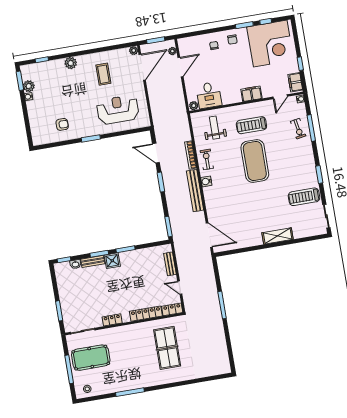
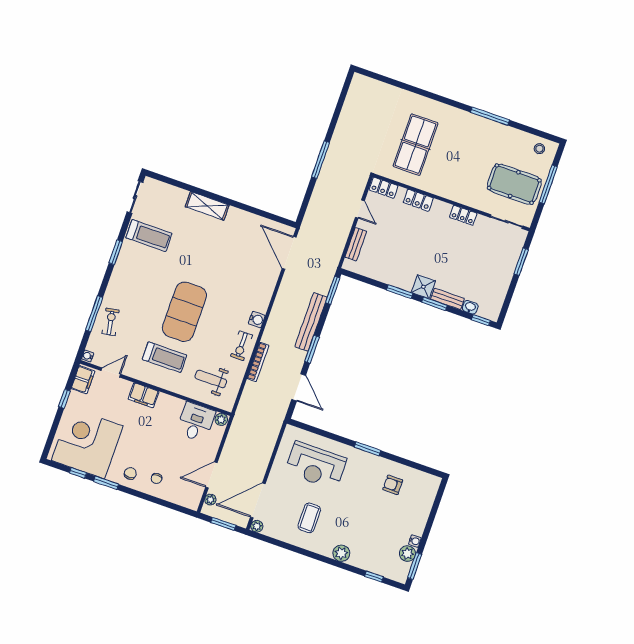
weight bench: (215, 128) -> (211, 379), turned 90
bench: (195, 191) -> (311, 322), moved
locker: (146, 314) -> (418, 200), width x0.66

